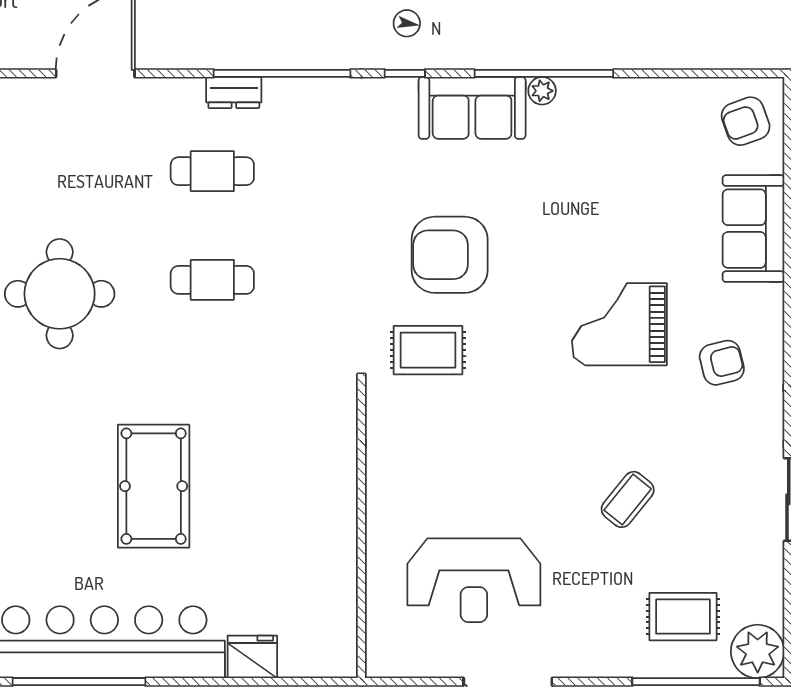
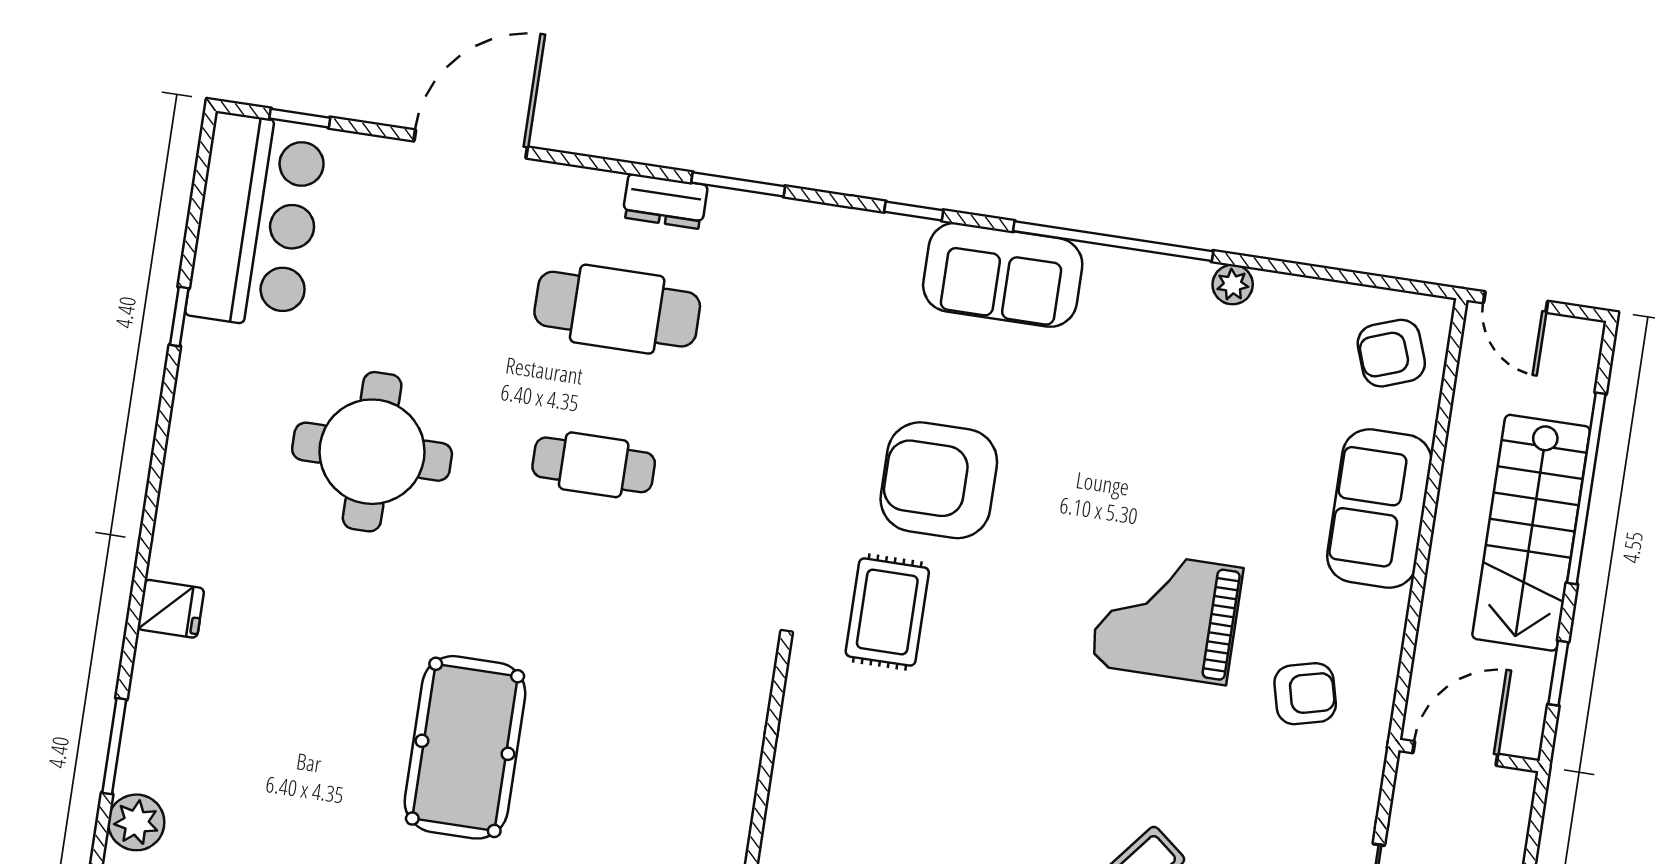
window: (282, 73) -> (738, 184), width x0.47
plant: (542, 91) -> (1233, 285), moved
cafe table: (212, 171) -> (617, 309), width x1.37, depth x1.35
rug: (428, 350) -> (887, 612), turned 90

